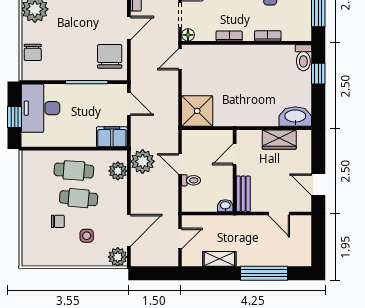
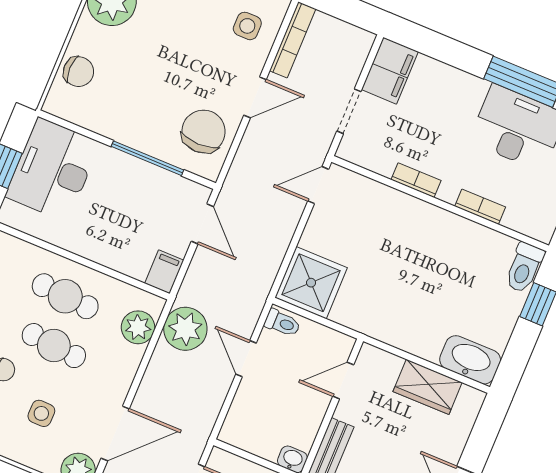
floor lamp: (188, 35) -> (348, 150), removed
chair: (33, 52) -> (79, 72), turned -90
filing cabinet: (112, 137) -> (164, 272), width x0.50
toilet: (191, 180) -> (282, 323), moved

